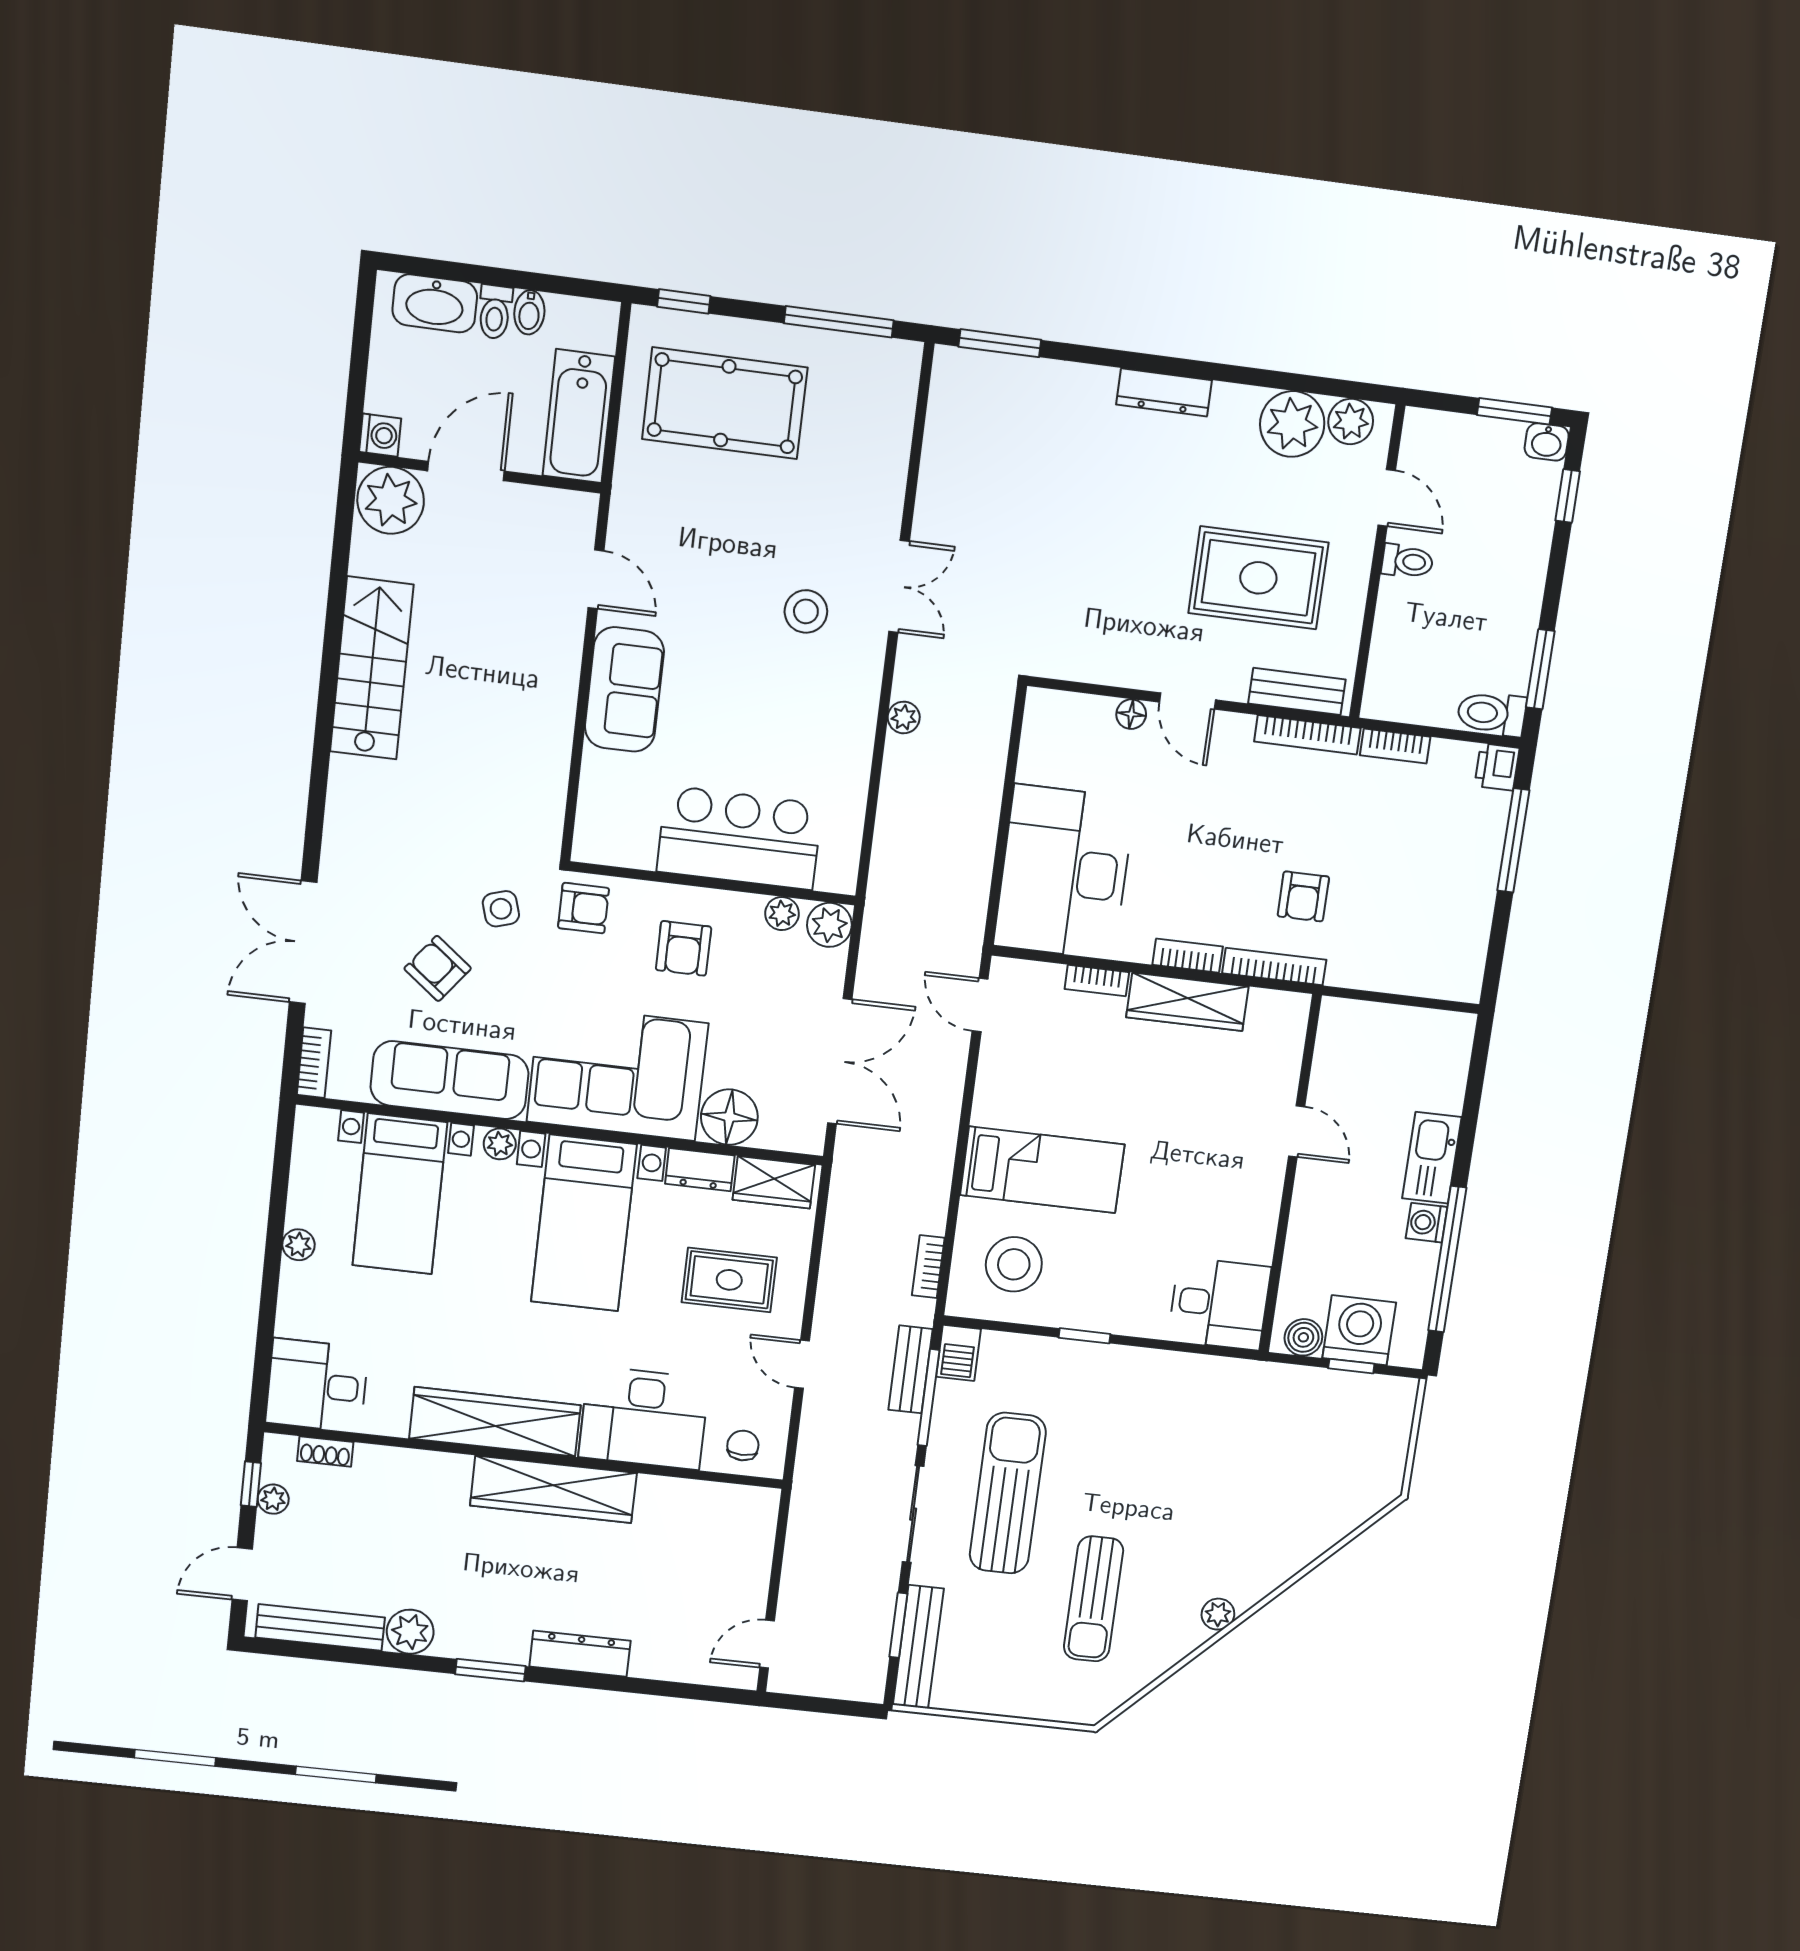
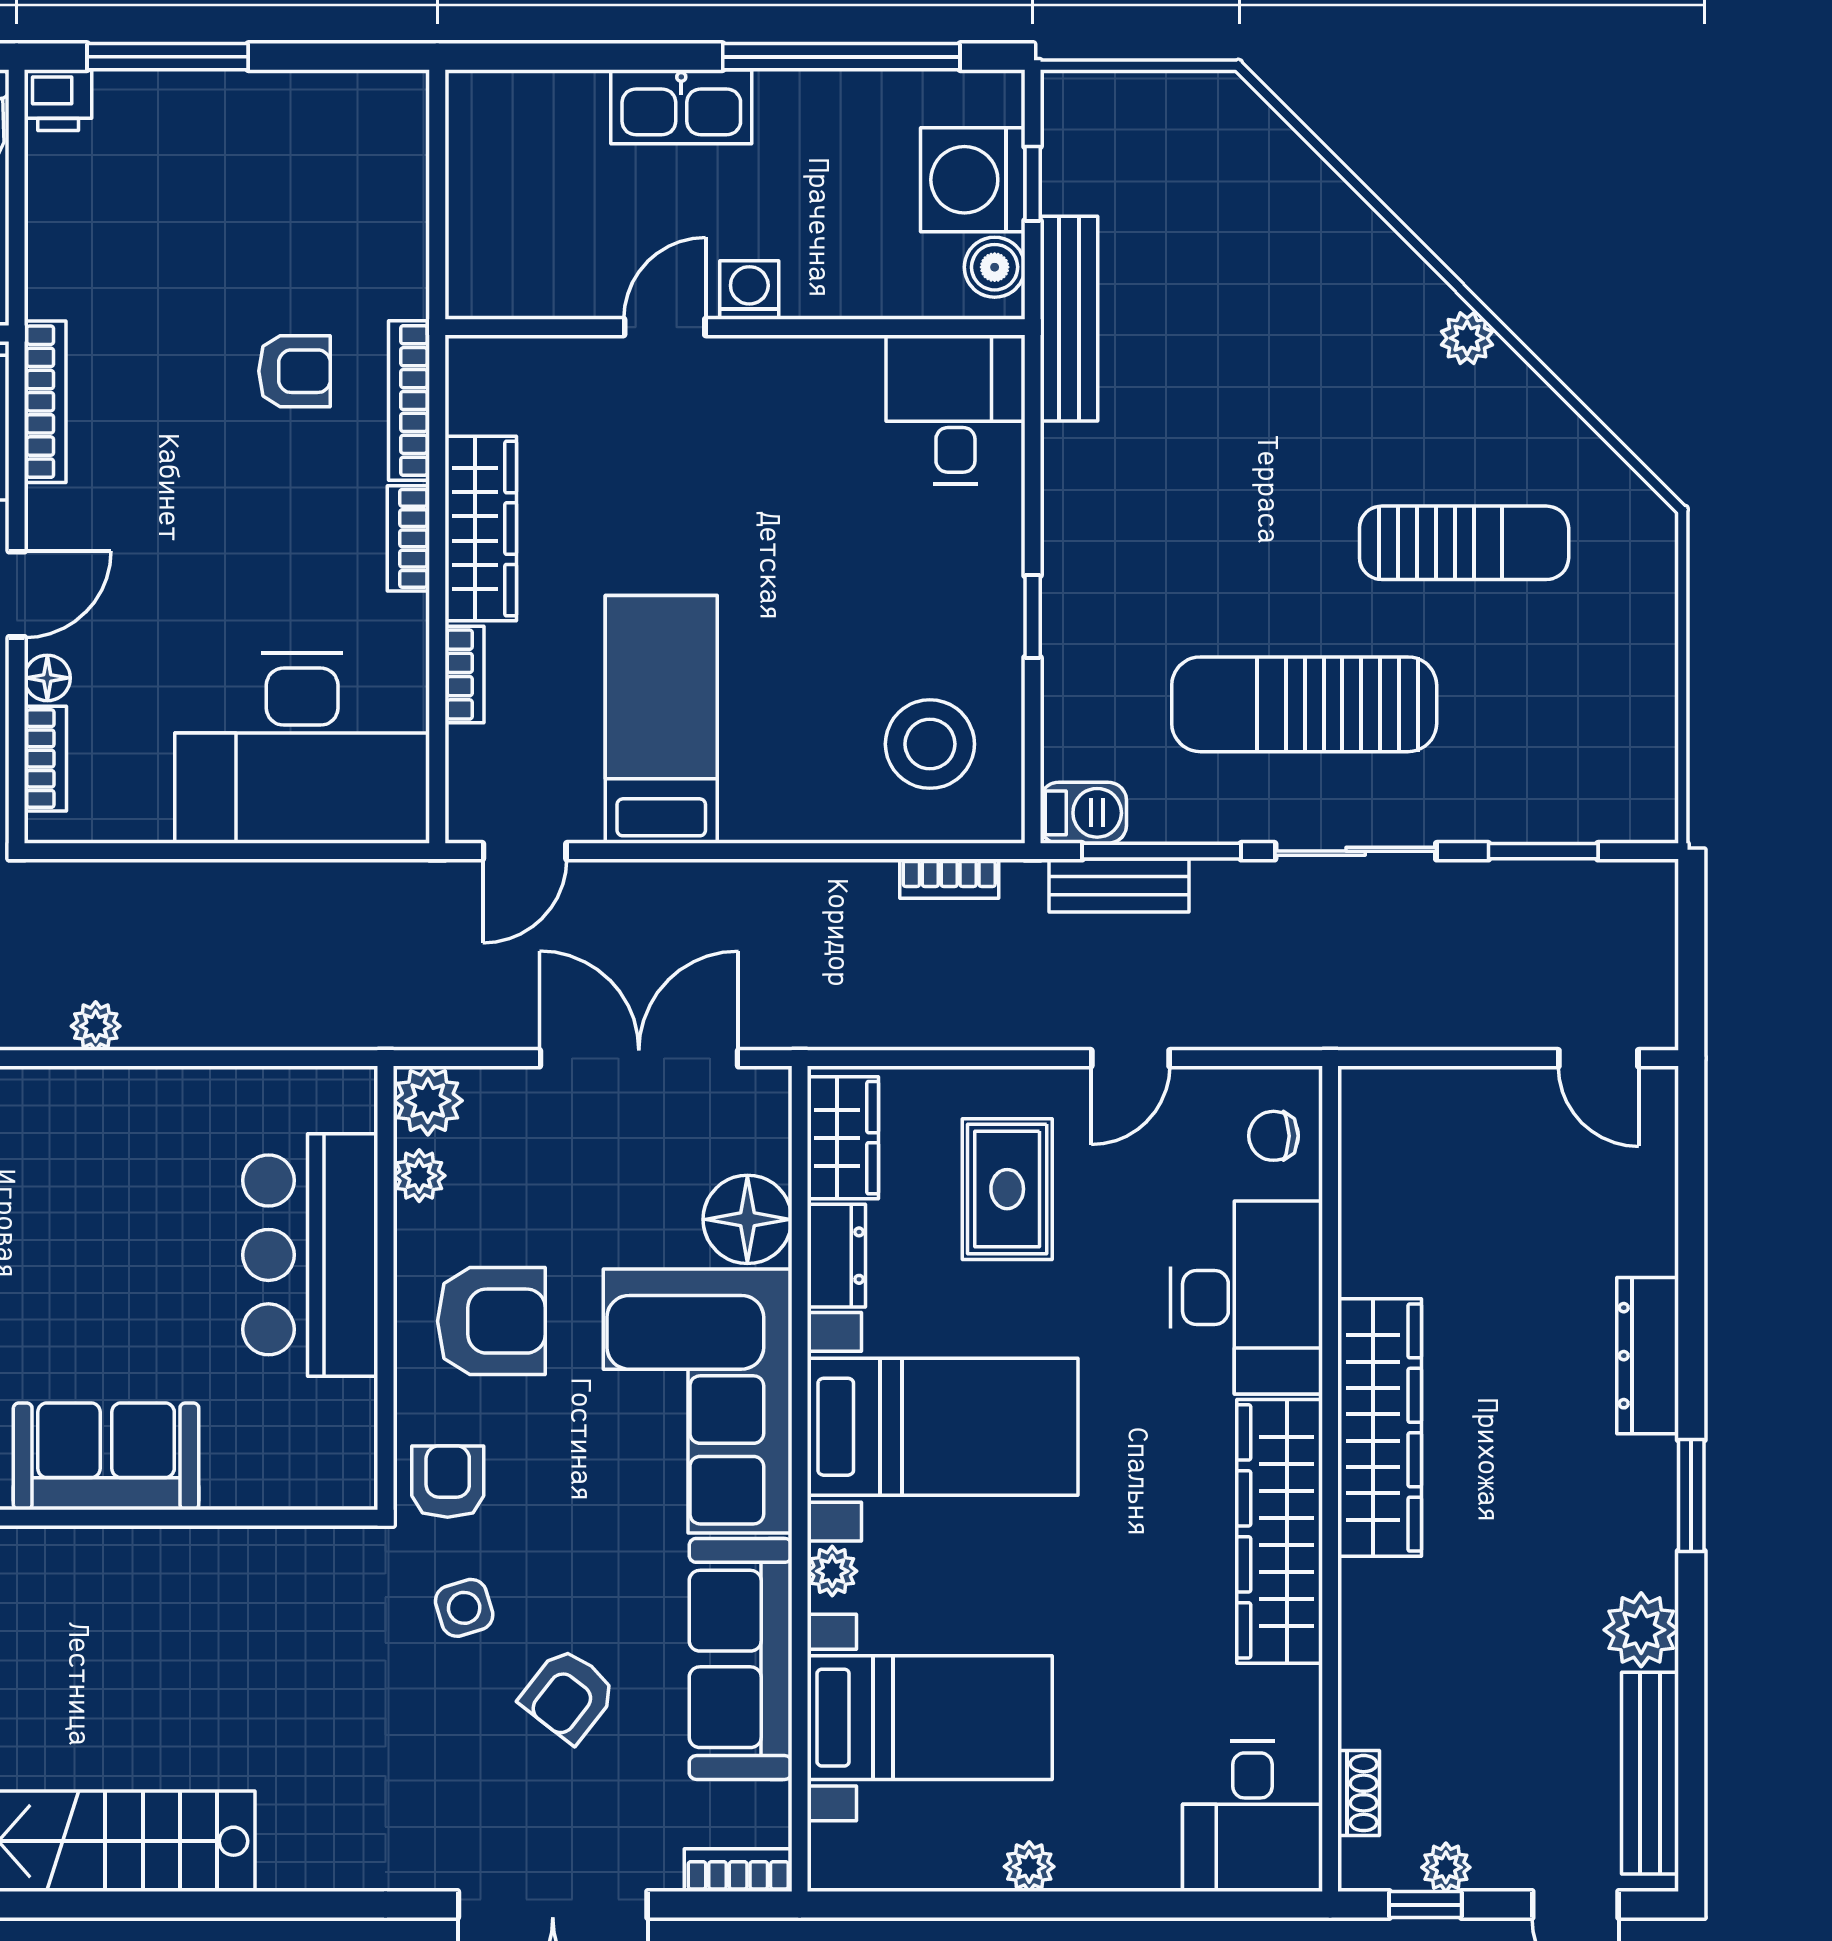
bookcase: (1395, 746) -> (45, 759), moved
armchair: (684, 948) -> (491, 1321), width x1.38, depth x1.38
bed: (1042, 1170) -> (661, 719), moved
washing machine: (1427, 1223) -> (749, 290), moved, turned 180
bench: (918, 1647) -> (1069, 319), moved, turned 90

